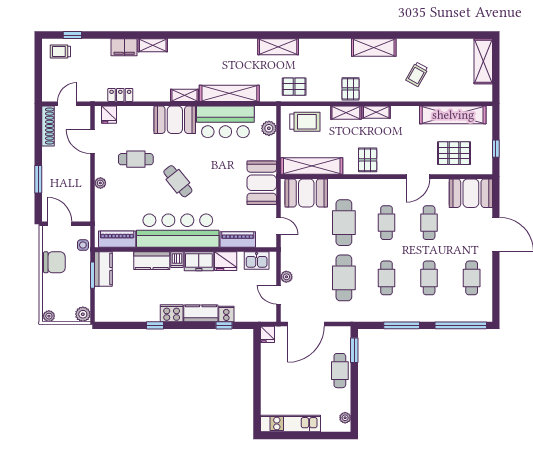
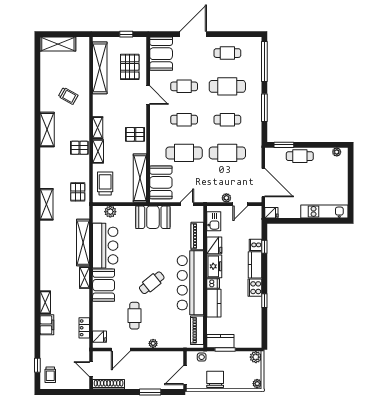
cafe table: (429, 278) -> (227, 86), width x1.37, depth x1.35
kitchen unit: (291, 423) -> (324, 211), moved, turned 90

